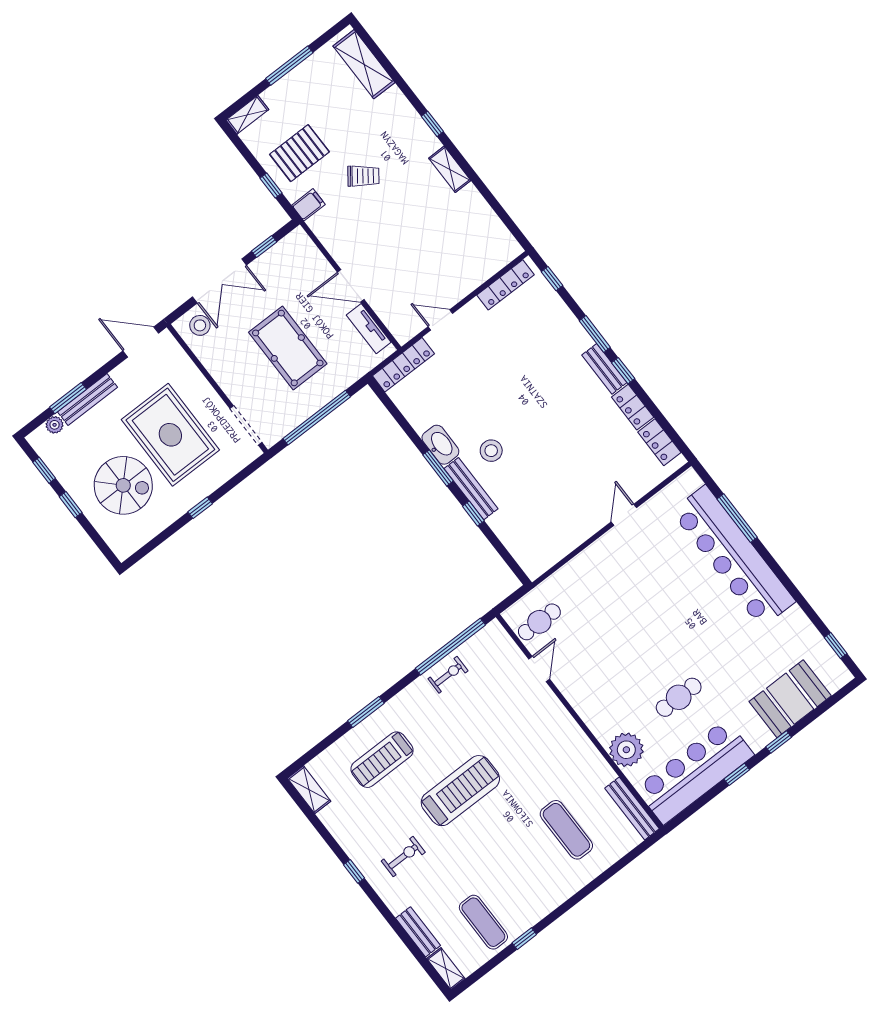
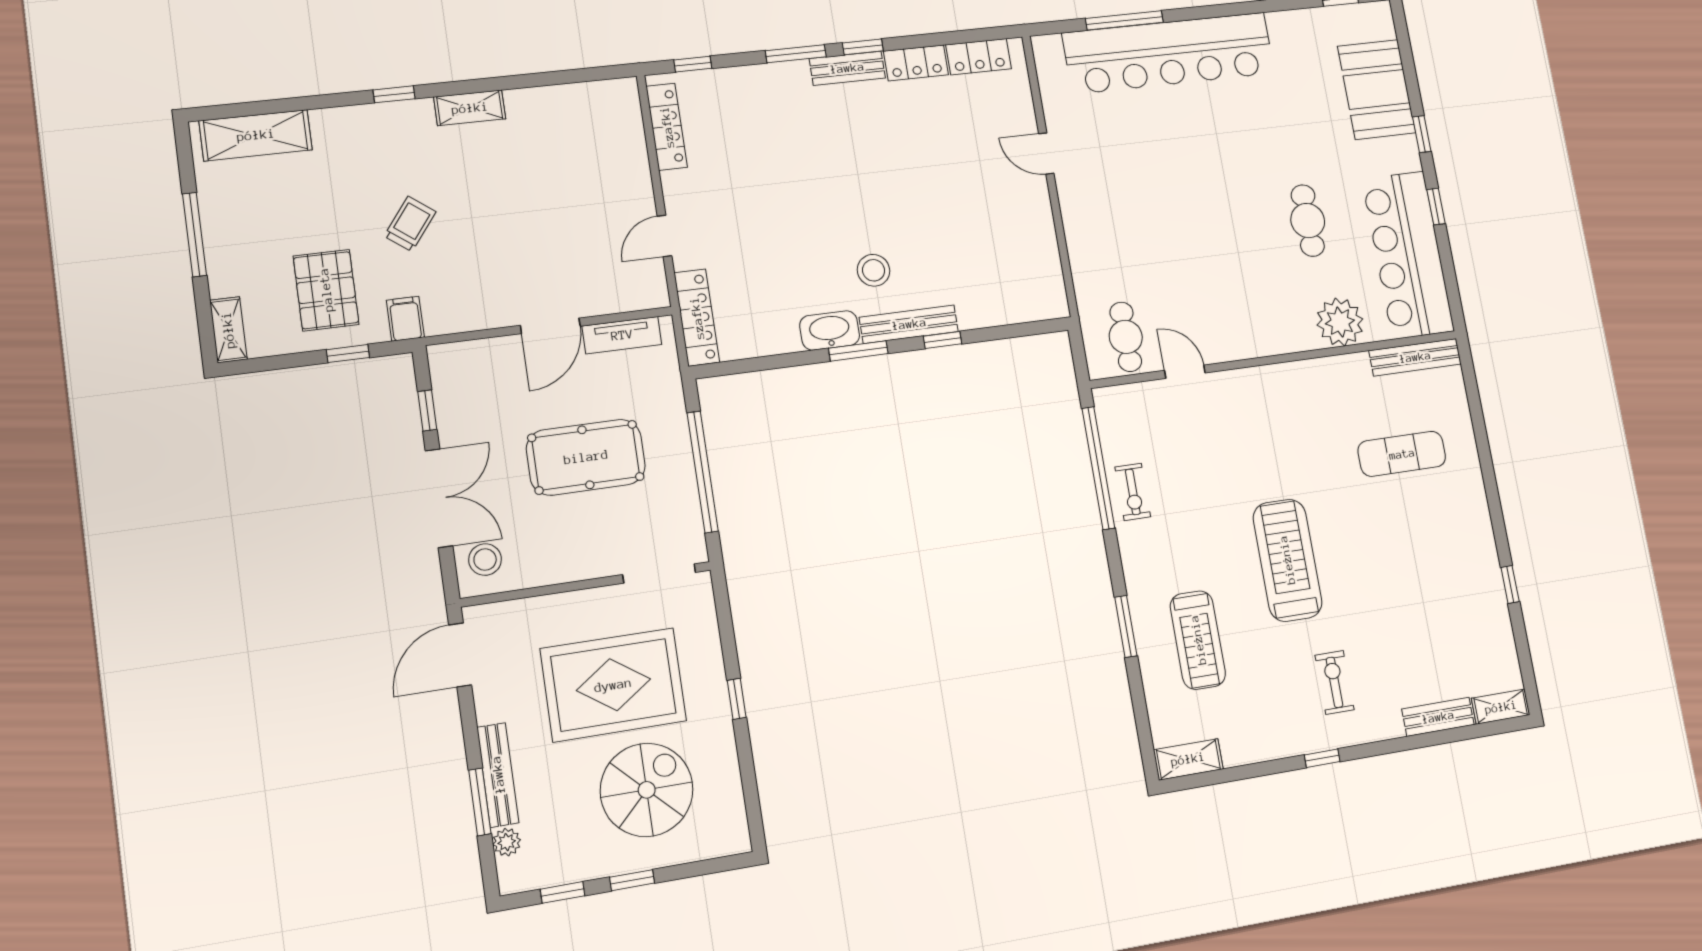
exercise bike: (448, 675) -> (1133, 492), turned 180
exercise mat: (483, 922) -> (1466, 625), removed

